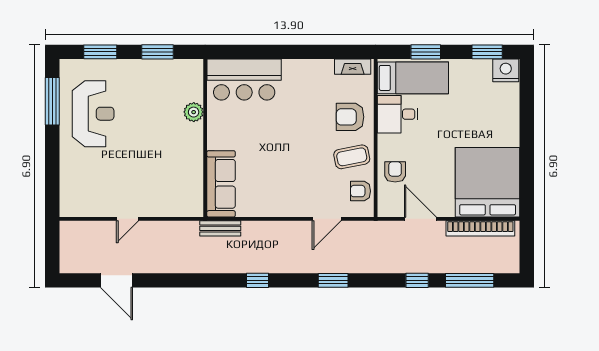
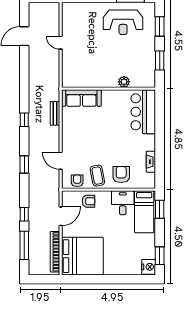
window: (426, 52) -> (160, 209), moved
fireplace: (353, 67) -> (151, 162), moved
bench: (220, 228) -> (55, 113), moved

